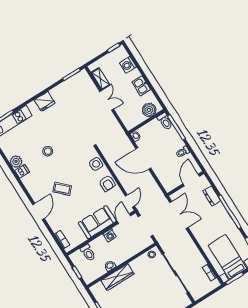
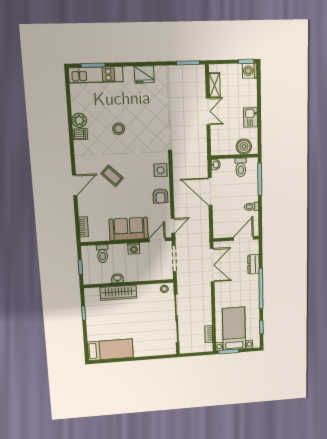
washing machine: (128, 65) -> (250, 71), moved
toilet: (165, 121) -> (241, 167), moved

